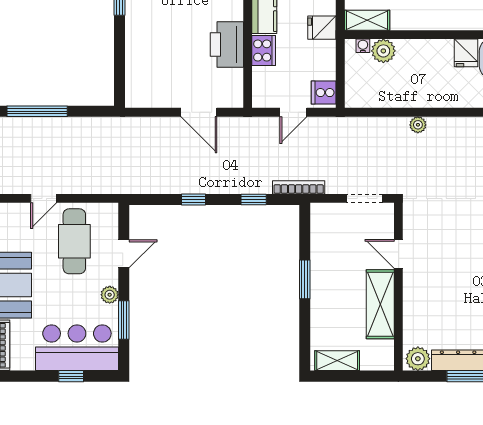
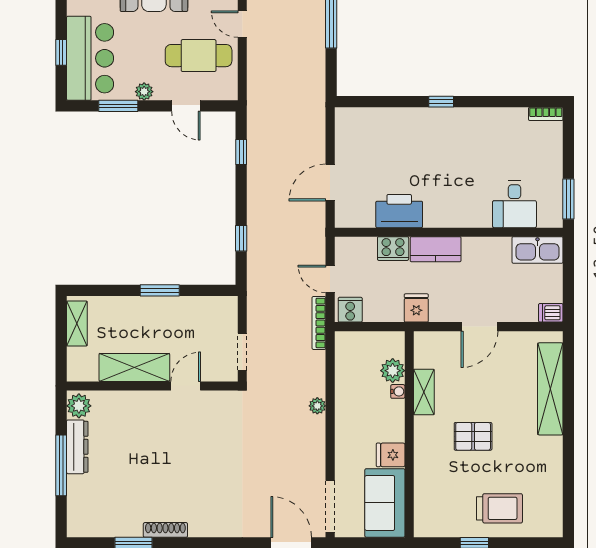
shelving: (367, 20) -> (424, 392), moved
water cooler: (363, 46) -> (398, 391), moved
bookcase: (299, 187) -> (319, 323), moved, turned 180
window: (193, 199) -> (241, 152), moved

